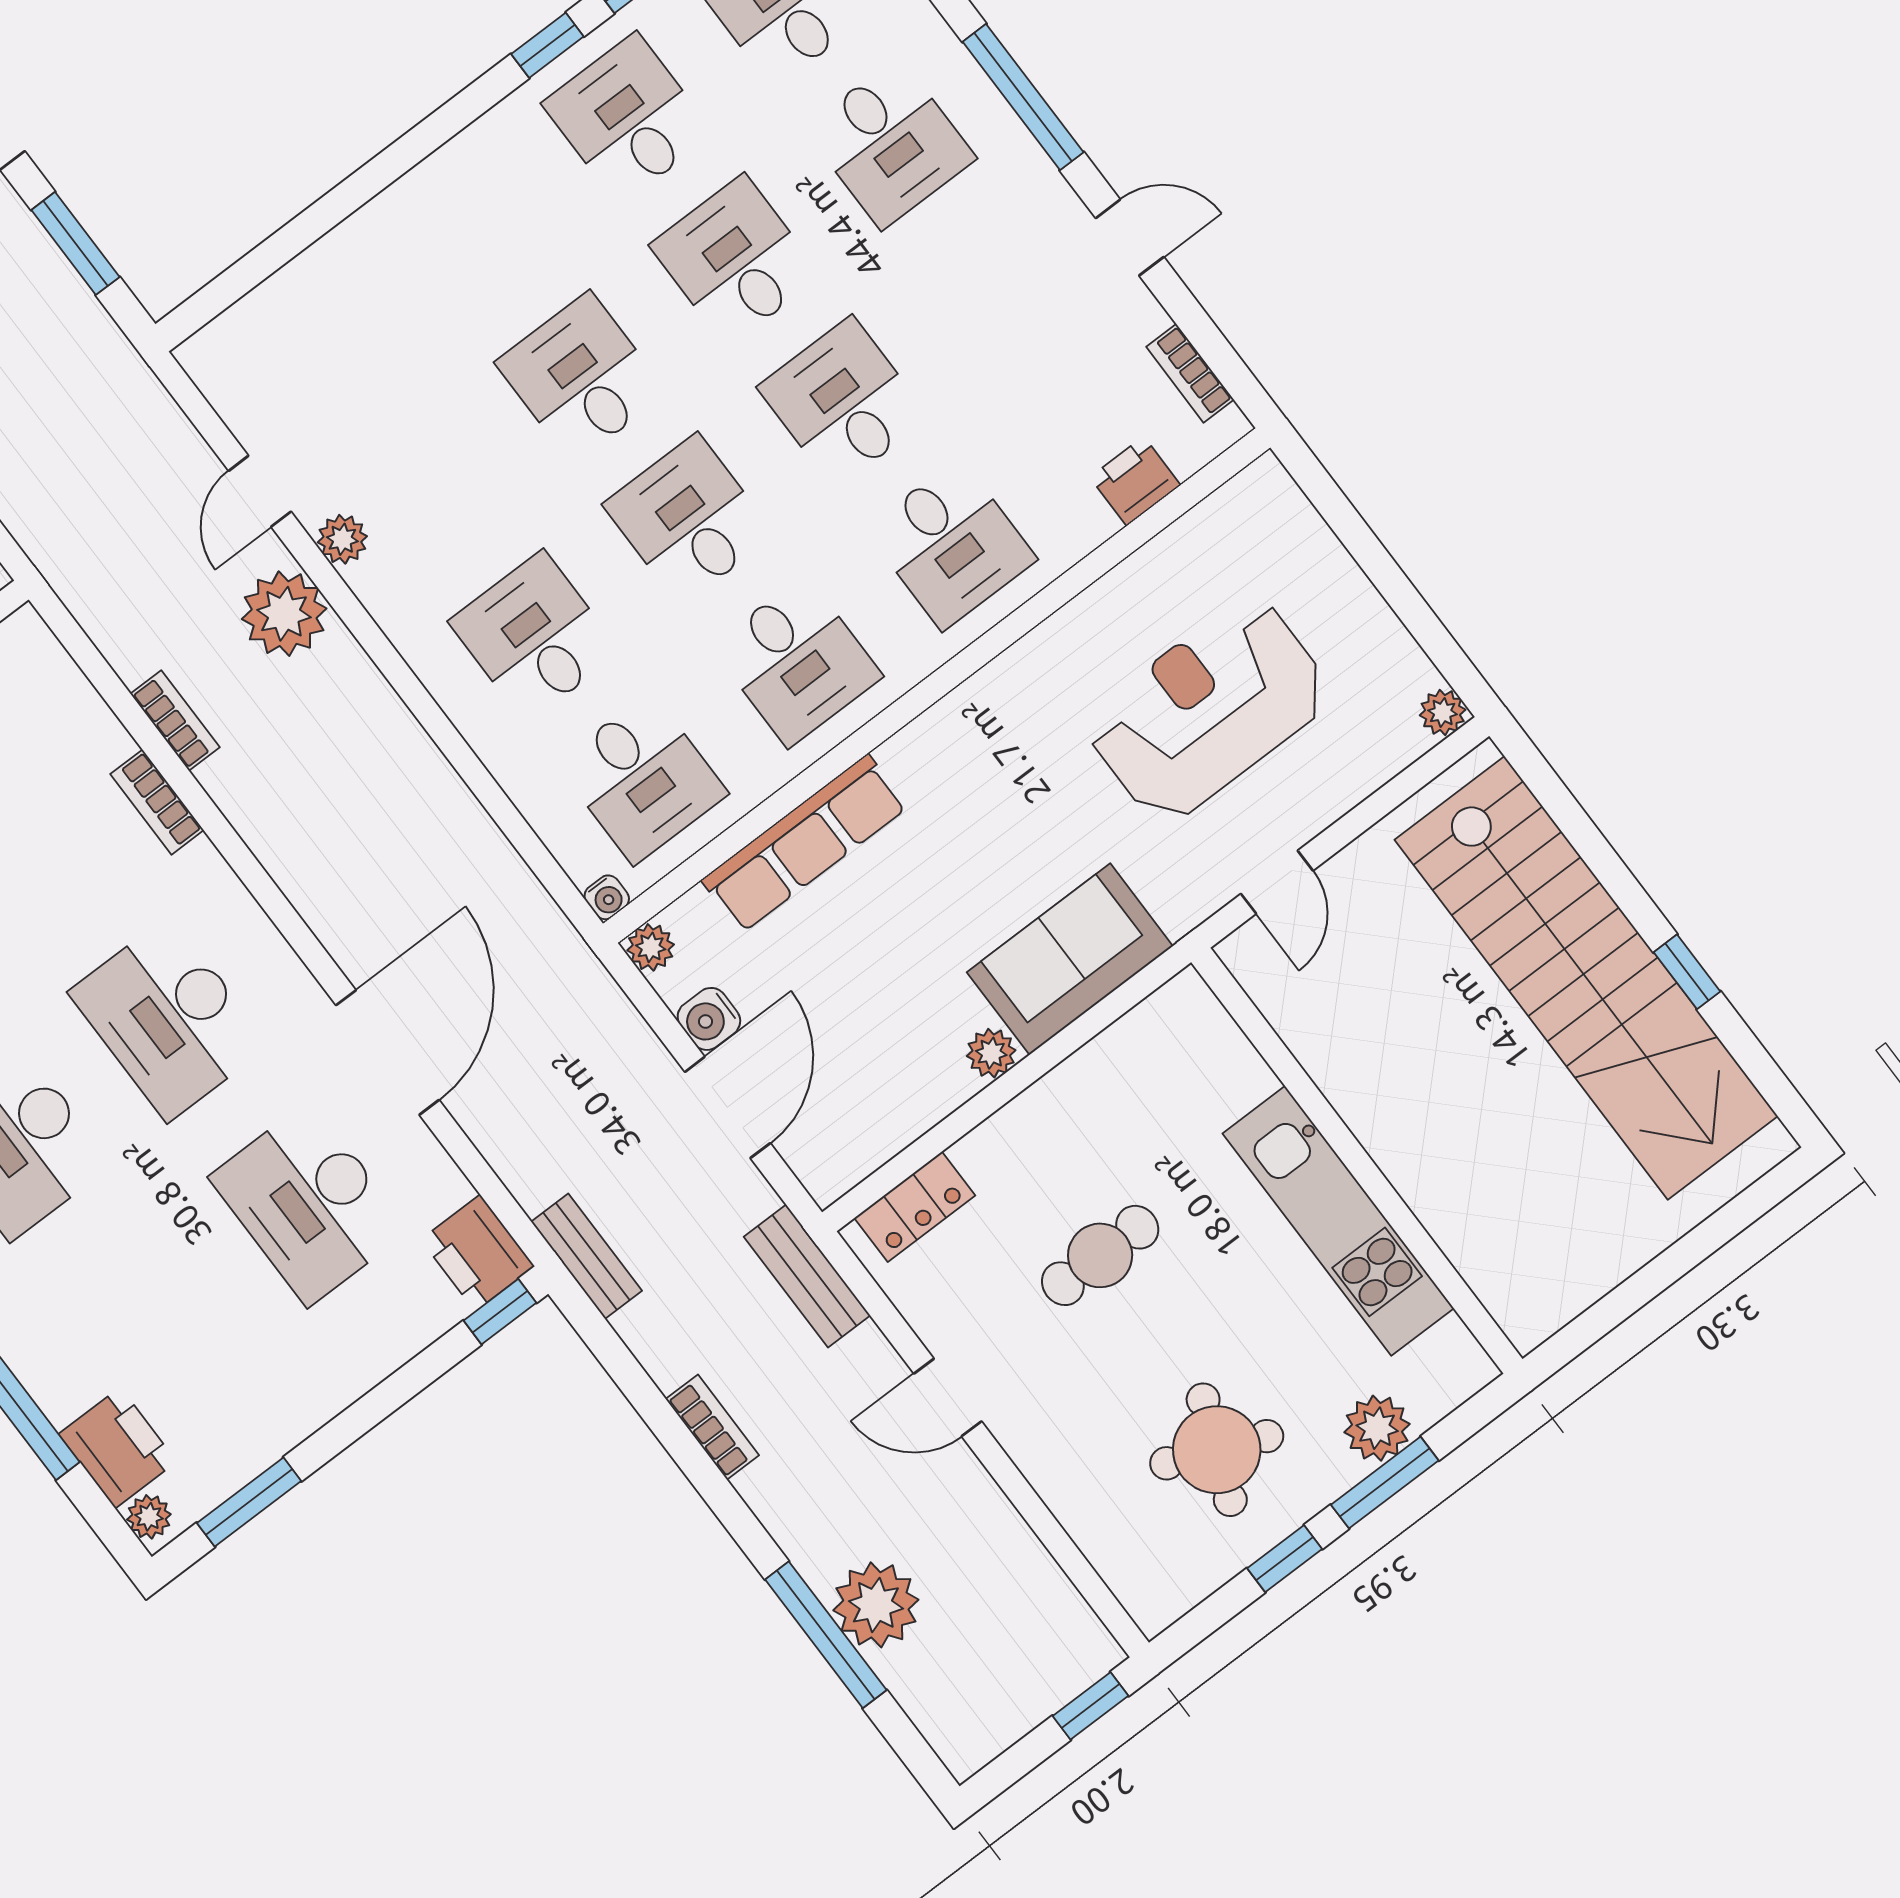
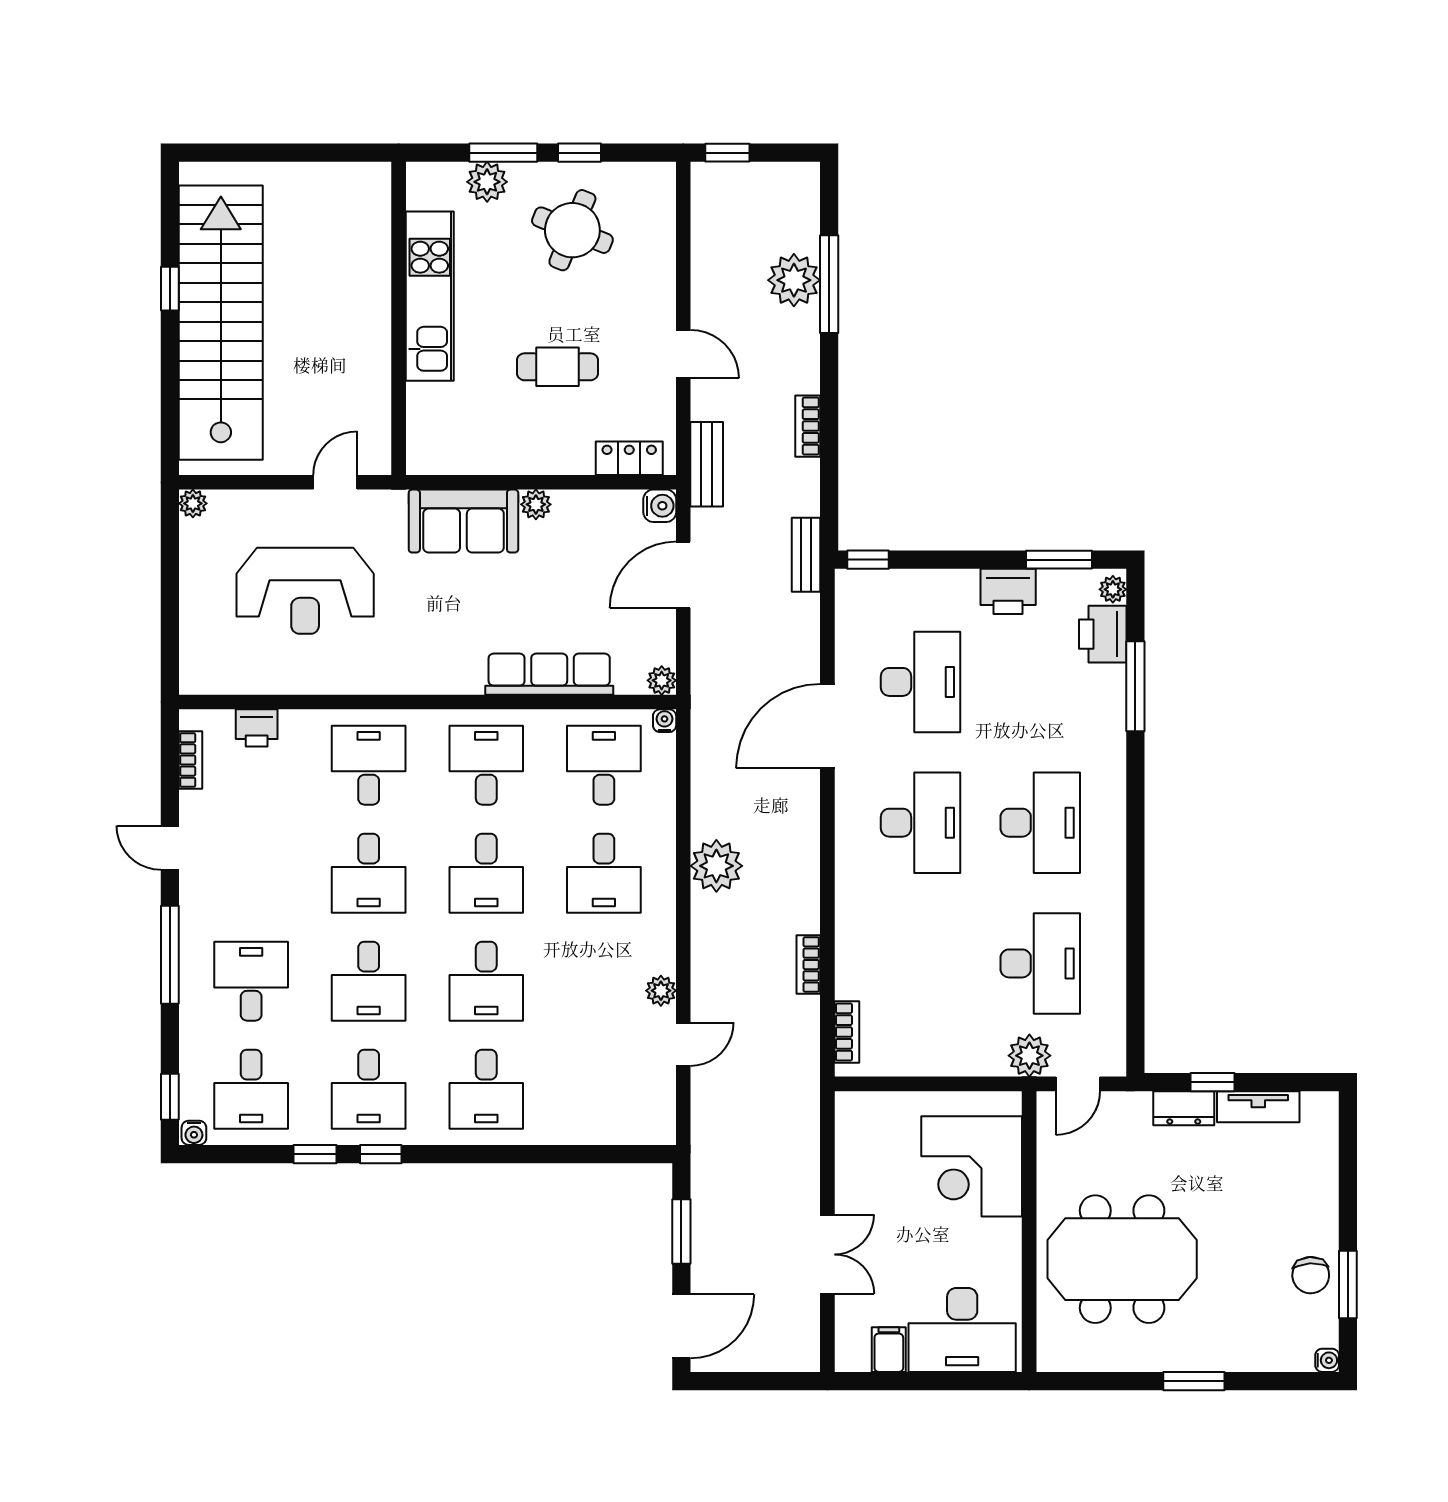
desk: (474, 236) -> (486, 1089), added
plant: (284, 614) -> (716, 866), moved
bookcase: (157, 802) -> (847, 1032), moved
water cooler: (709, 1019) -> (660, 506), moved
printer: (478, 1253) -> (1008, 591), moved, turned 90

